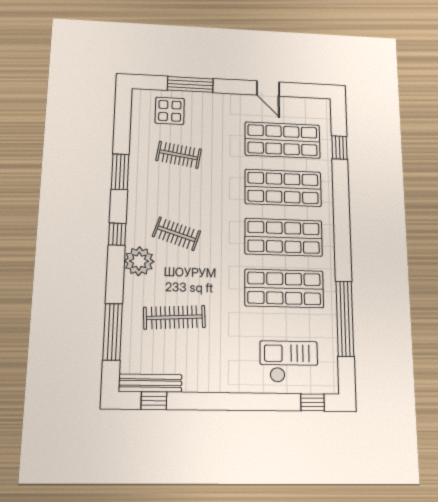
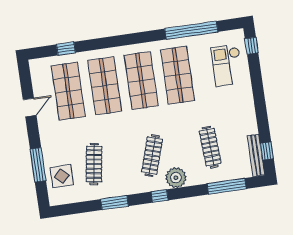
clothes rail: (179, 155) -> (94, 164), width x1.36
clothes rail: (177, 234) -> (152, 156), width x1.36

